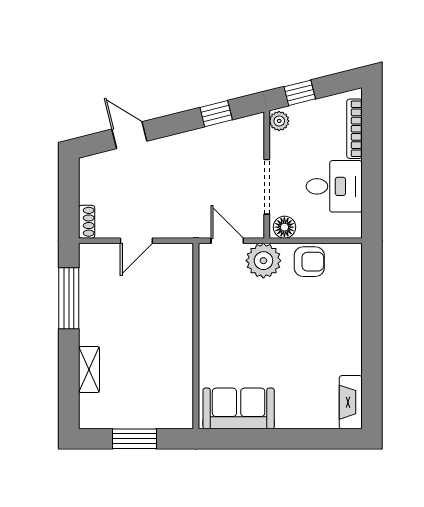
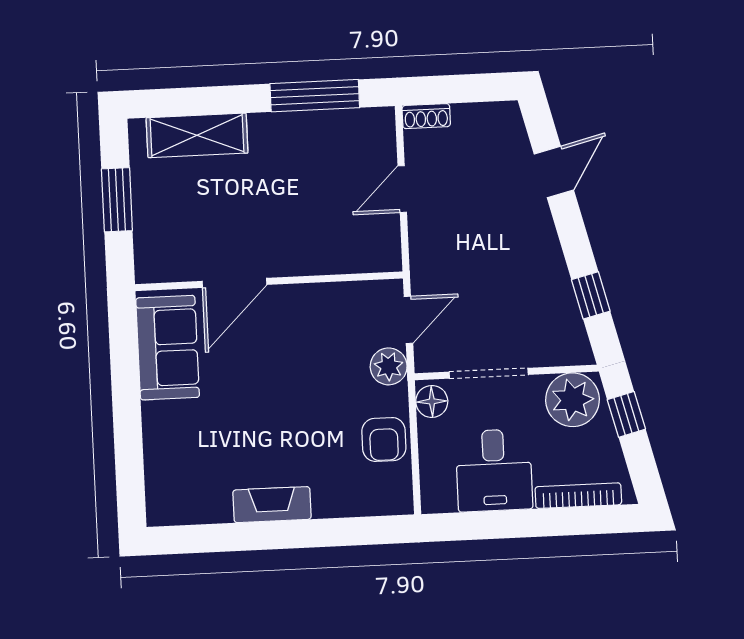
plant: (279, 121) -> (573, 400), width x1.88, depth x1.88
door: (136, 241) -> (402, 189), hinge flipped
plant: (263, 261) -> (389, 366), width x0.73, depth x0.73
door: (196, 360) -> (234, 283), added
shelving: (89, 370) -> (197, 135), width x1.50, depth x1.33
fireplace: (351, 402) -> (272, 505), moved

